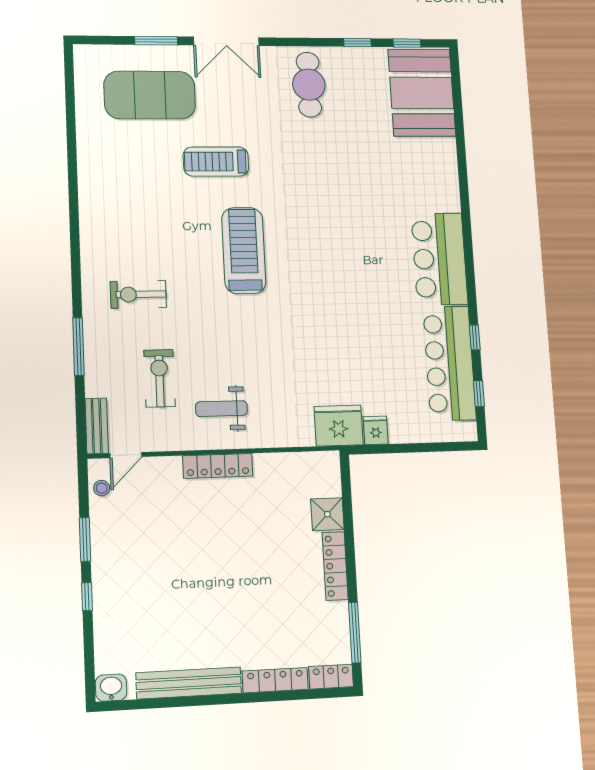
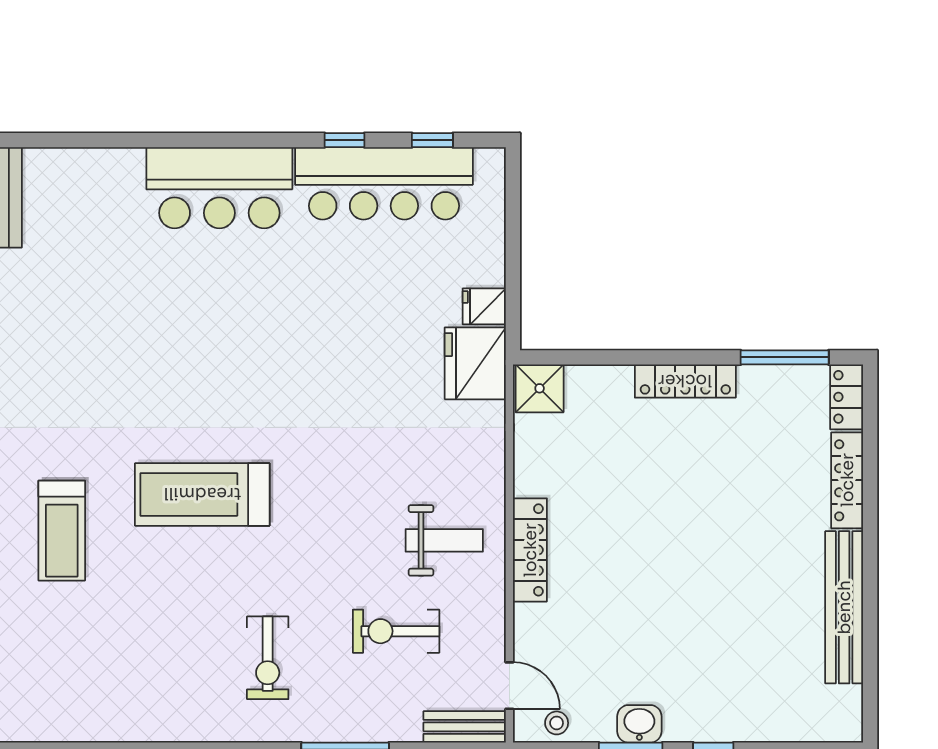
weight bench: (221, 409) -> (444, 540), turned -90
shower: (327, 514) -> (540, 388), moved
washbasin: (111, 688) -> (639, 724), moved, turned 90

